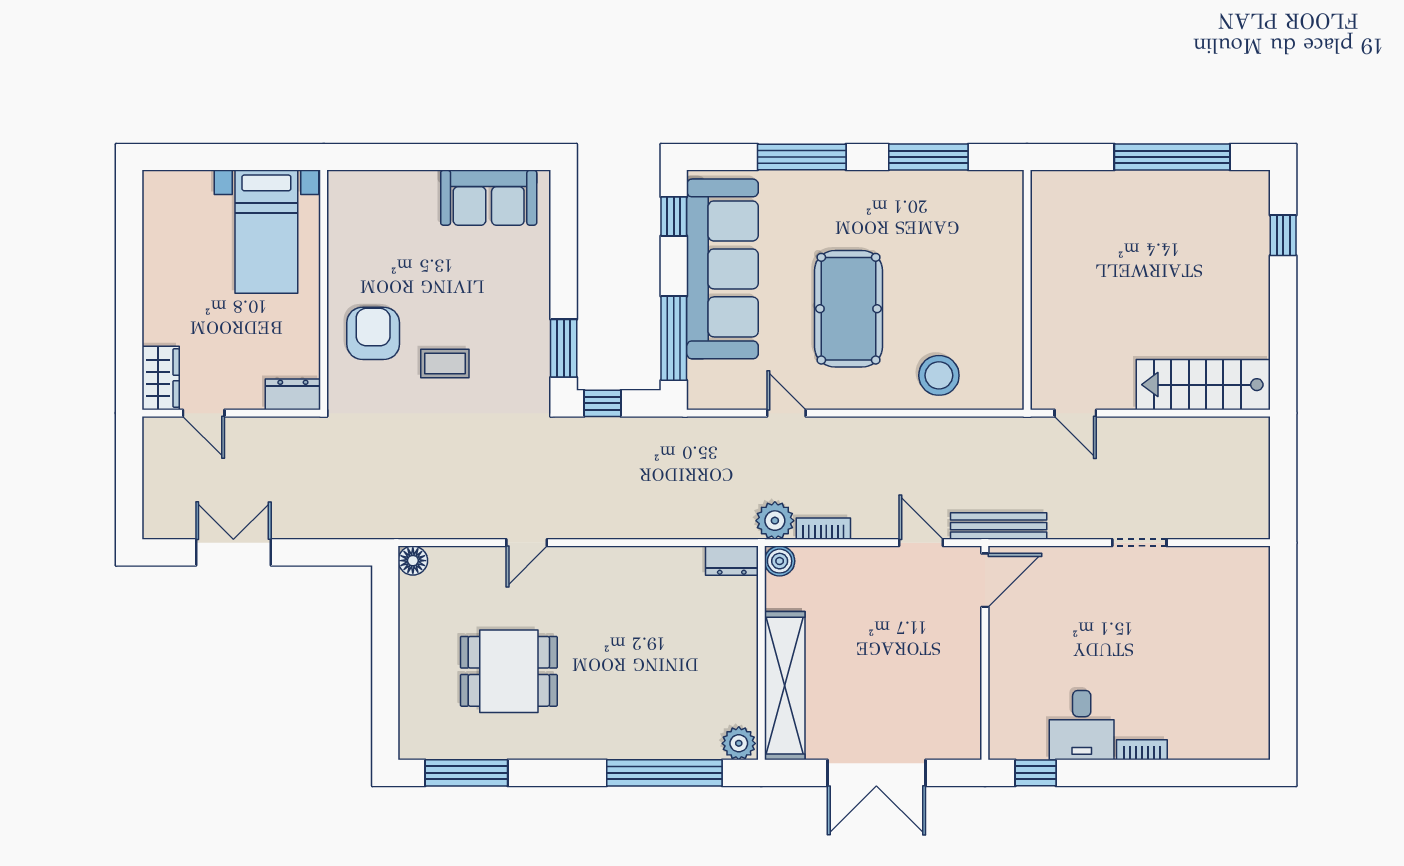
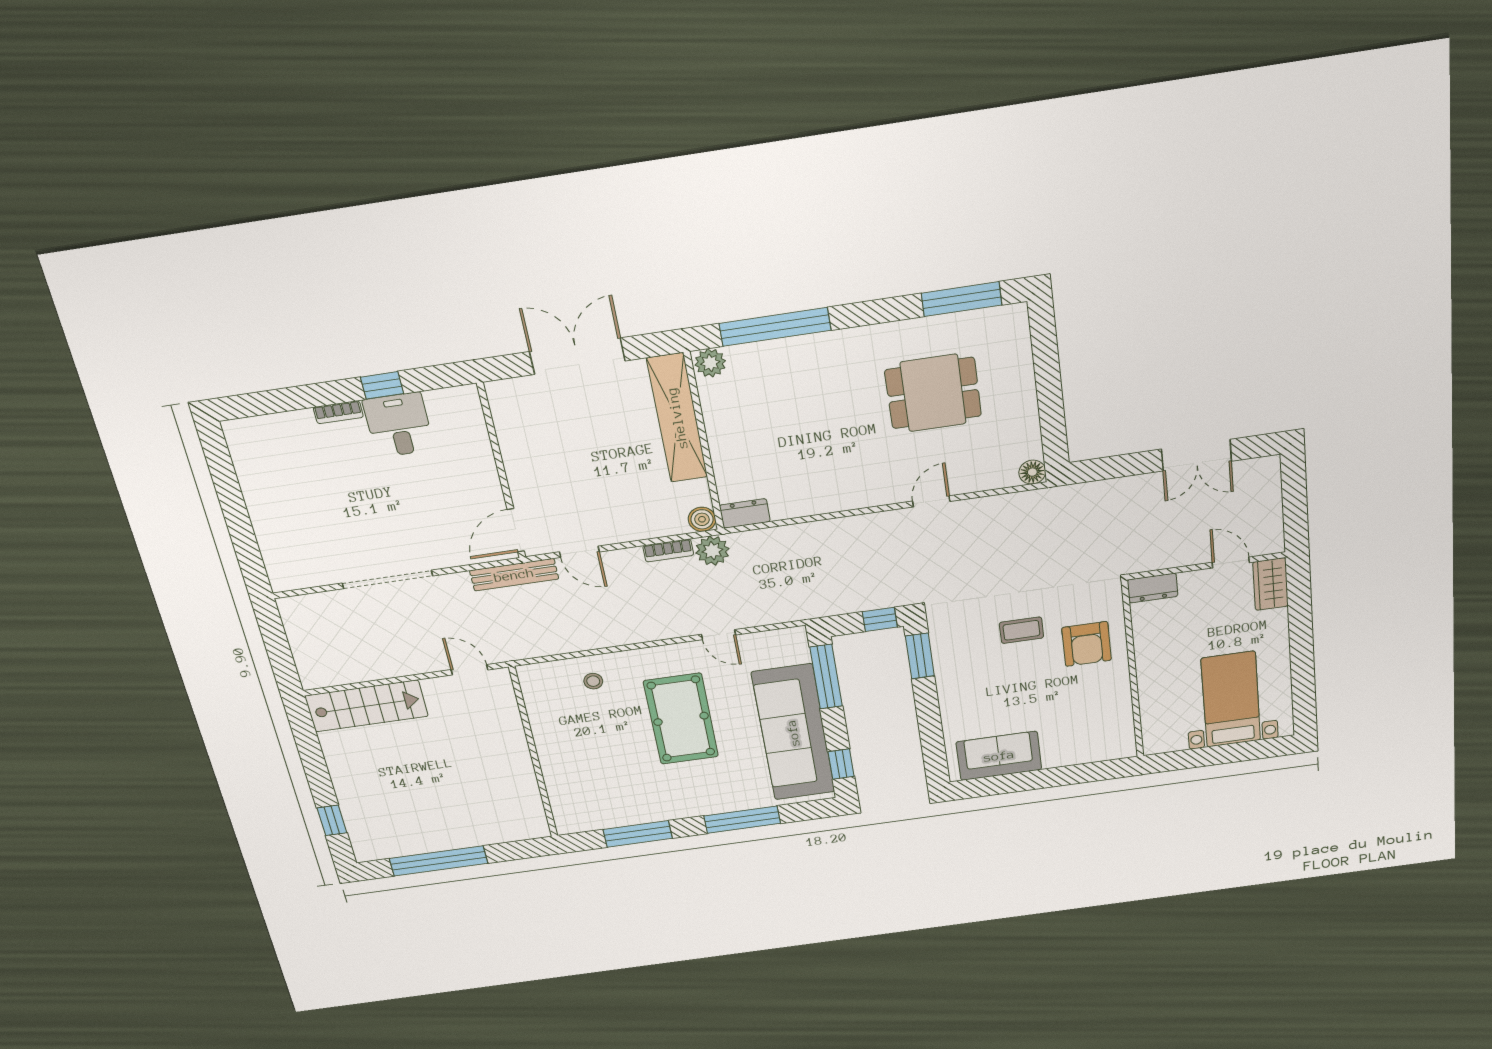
bed with nightstands: (266, 232) -> (1231, 699), moved
stool: (939, 375) -> (593, 681), width x0.53, depth x0.53
doorway: (1139, 543) -> (387, 579), width x1.88
window: (1036, 773) -> (382, 385), moved

